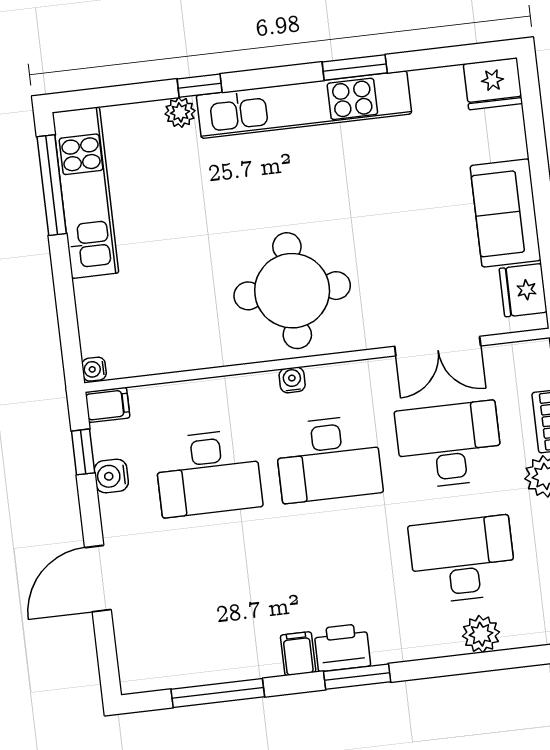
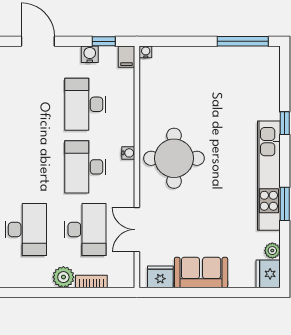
plant: (180, 112) -> (272, 251), moved
kitchen unit: (85, 193) -> (237, 58), removed

